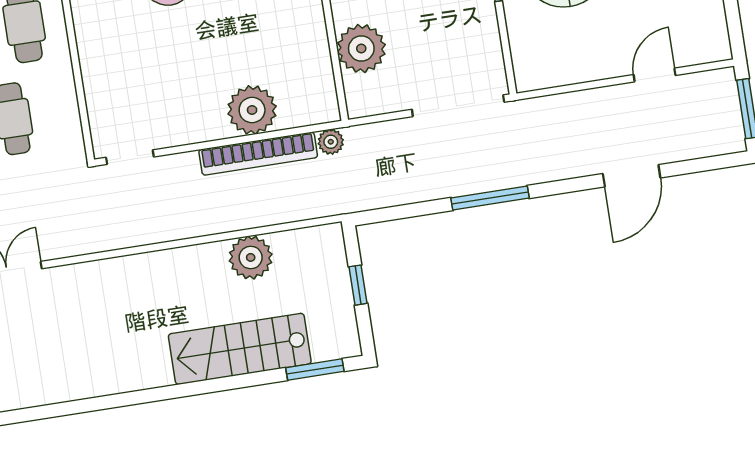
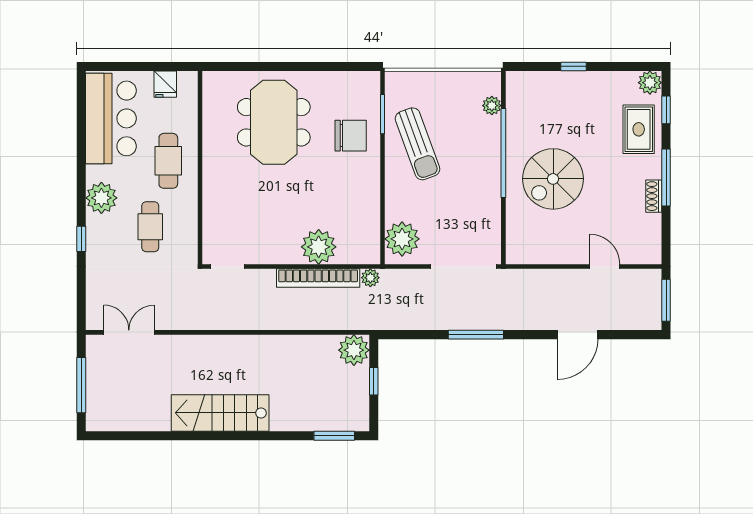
plant: (361, 48) -> (402, 239), moved
door: (655, 75) -> (605, 266), hinge flipped
plant: (251, 257) -> (354, 350), moved
stairs: (240, 349) -> (220, 413), moved

